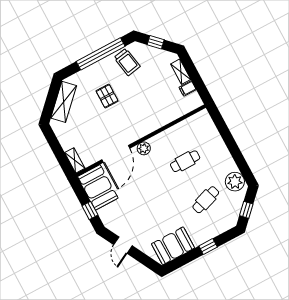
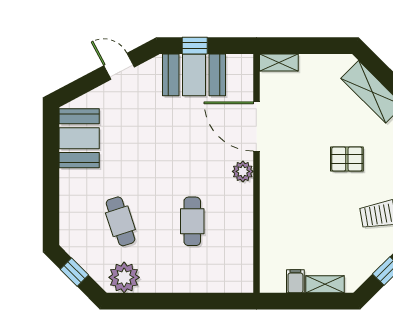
booth: (98, 187) -> (194, 75), moved
window: (208, 246) -> (51, 188), removed

